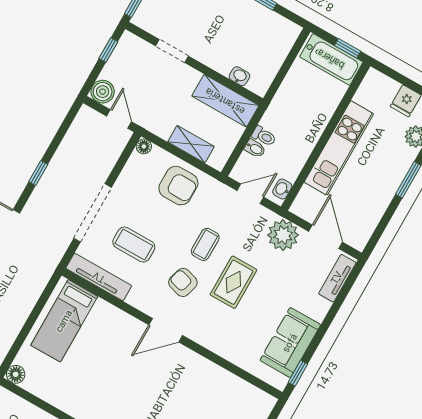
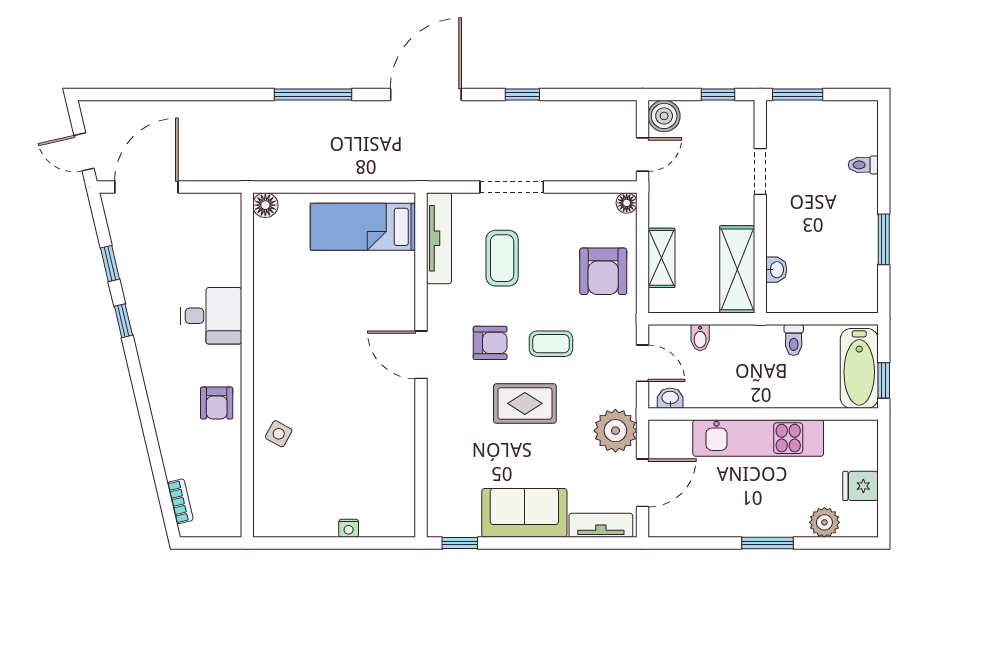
toilet: (264, 136) -> (794, 340), moved
doorway: (93, 213) -> (512, 187), width x0.73
armchair: (183, 282) -> (490, 343), turned 74
sofa: (290, 343) -> (524, 513), moved

